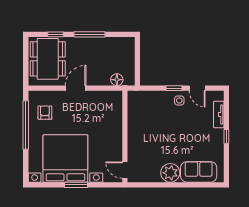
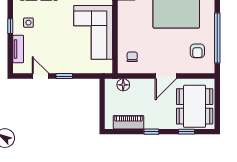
window: (90, 34) -> (151, 132), width x0.46
piano: (112, 43) -> (129, 122), added
side table: (179, 100) -> (28, 23), moved
chair: (108, 107) -> (132, 57), added
corner sofa: (146, 131) -> (93, 32), added

